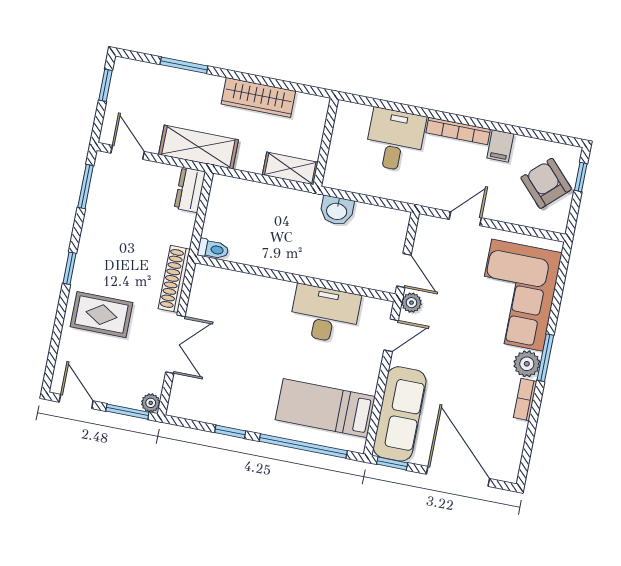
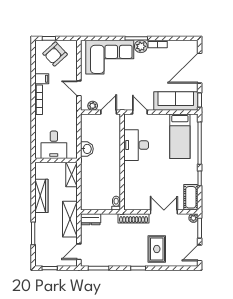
desk: (395, 140) -> (54, 145), moved, turned -90
plant: (411, 303) -> (93, 106), moved
cot: (195, 406) -> (191, 197), added

